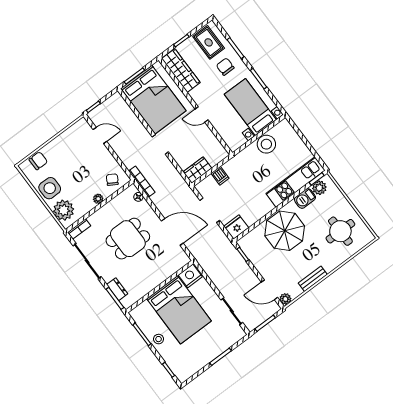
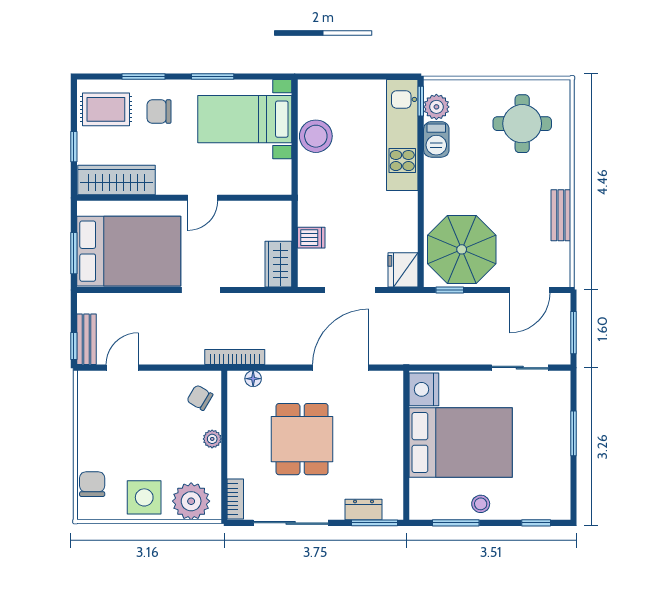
bench: (100, 110) -> (87, 339), added
parasol: (285, 231) -> (462, 249), moved
plant: (285, 299) -> (560, 277), removed

